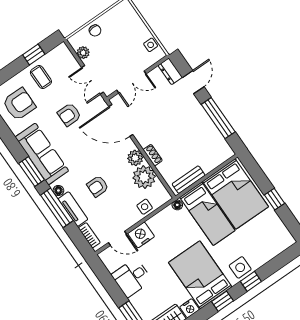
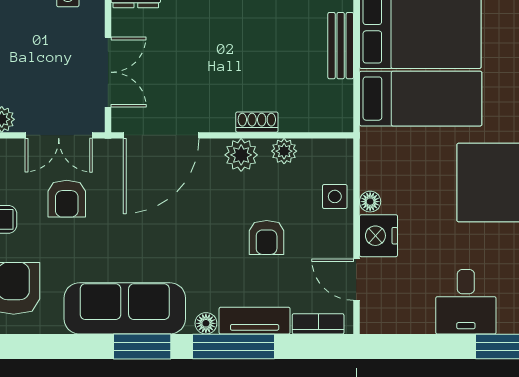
armchair: (69, 115) -> (67, 199), moved
plant: (144, 177) -> (284, 151), width x0.53, depth x0.53
bench: (189, 180) -> (341, 46), moved
armchair: (98, 186) -> (267, 237), moved
floor lamp: (177, 205) -> (370, 202), moved
door: (118, 238) -> (356, 280), swing flipped
desk: (132, 278) -> (466, 302), moved

